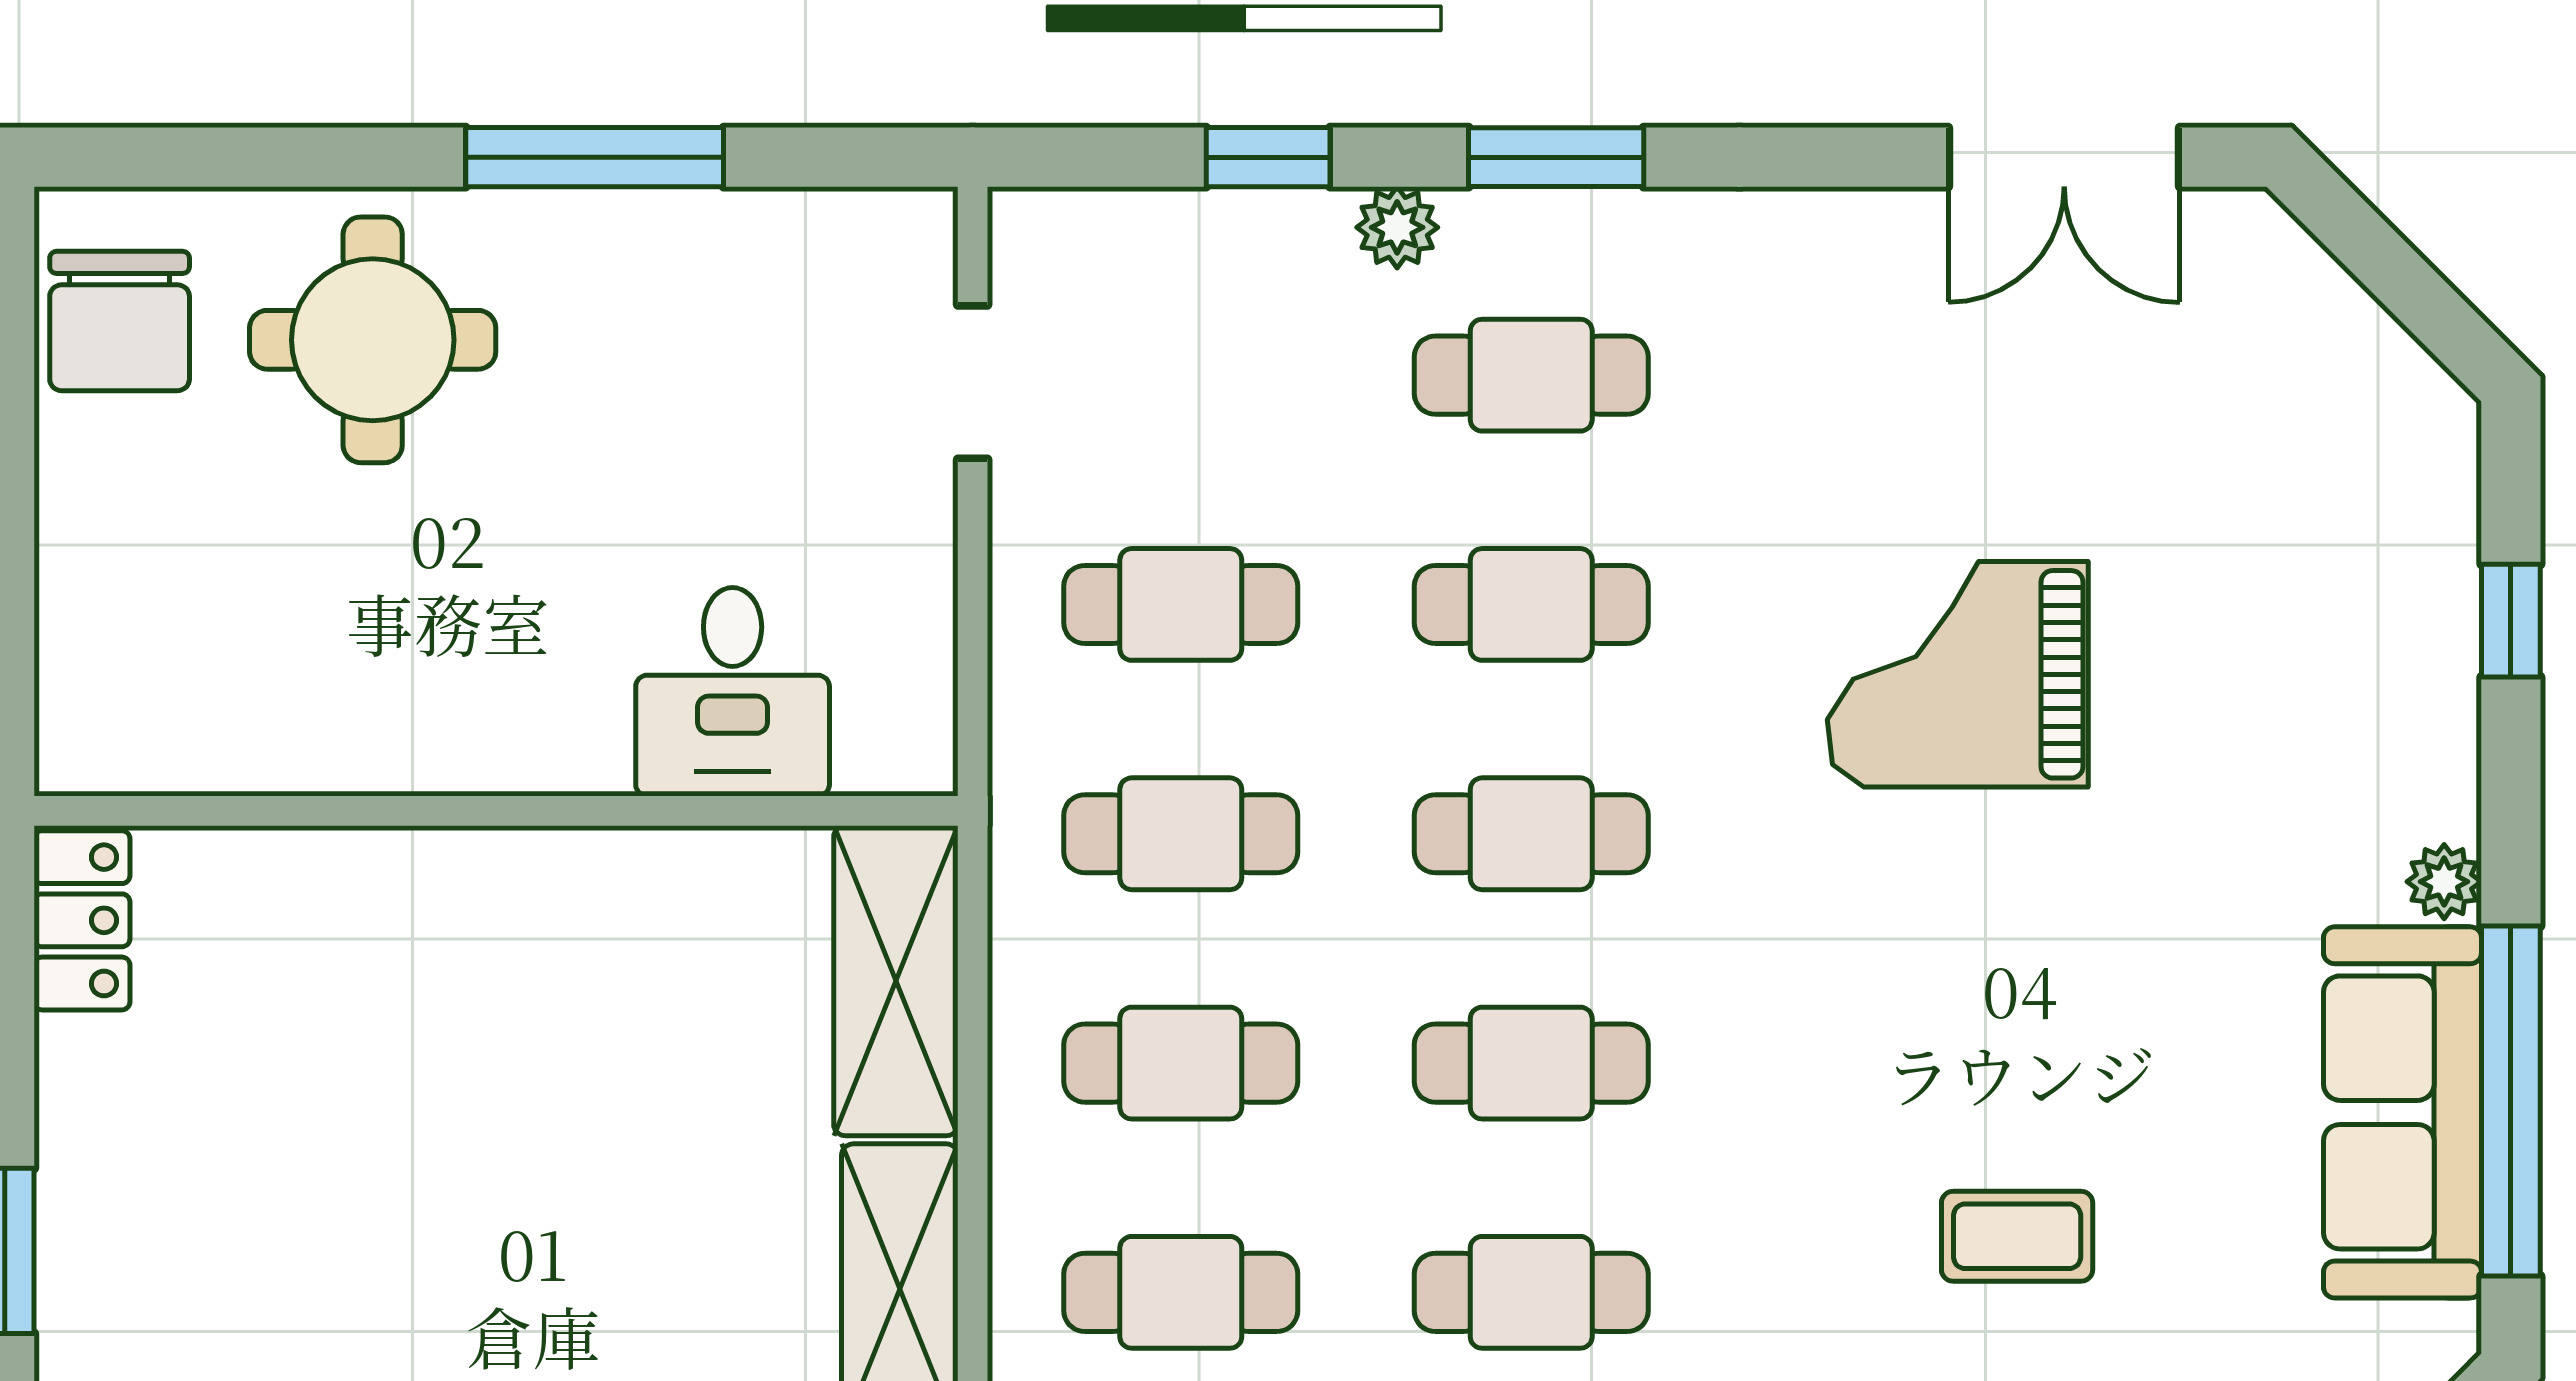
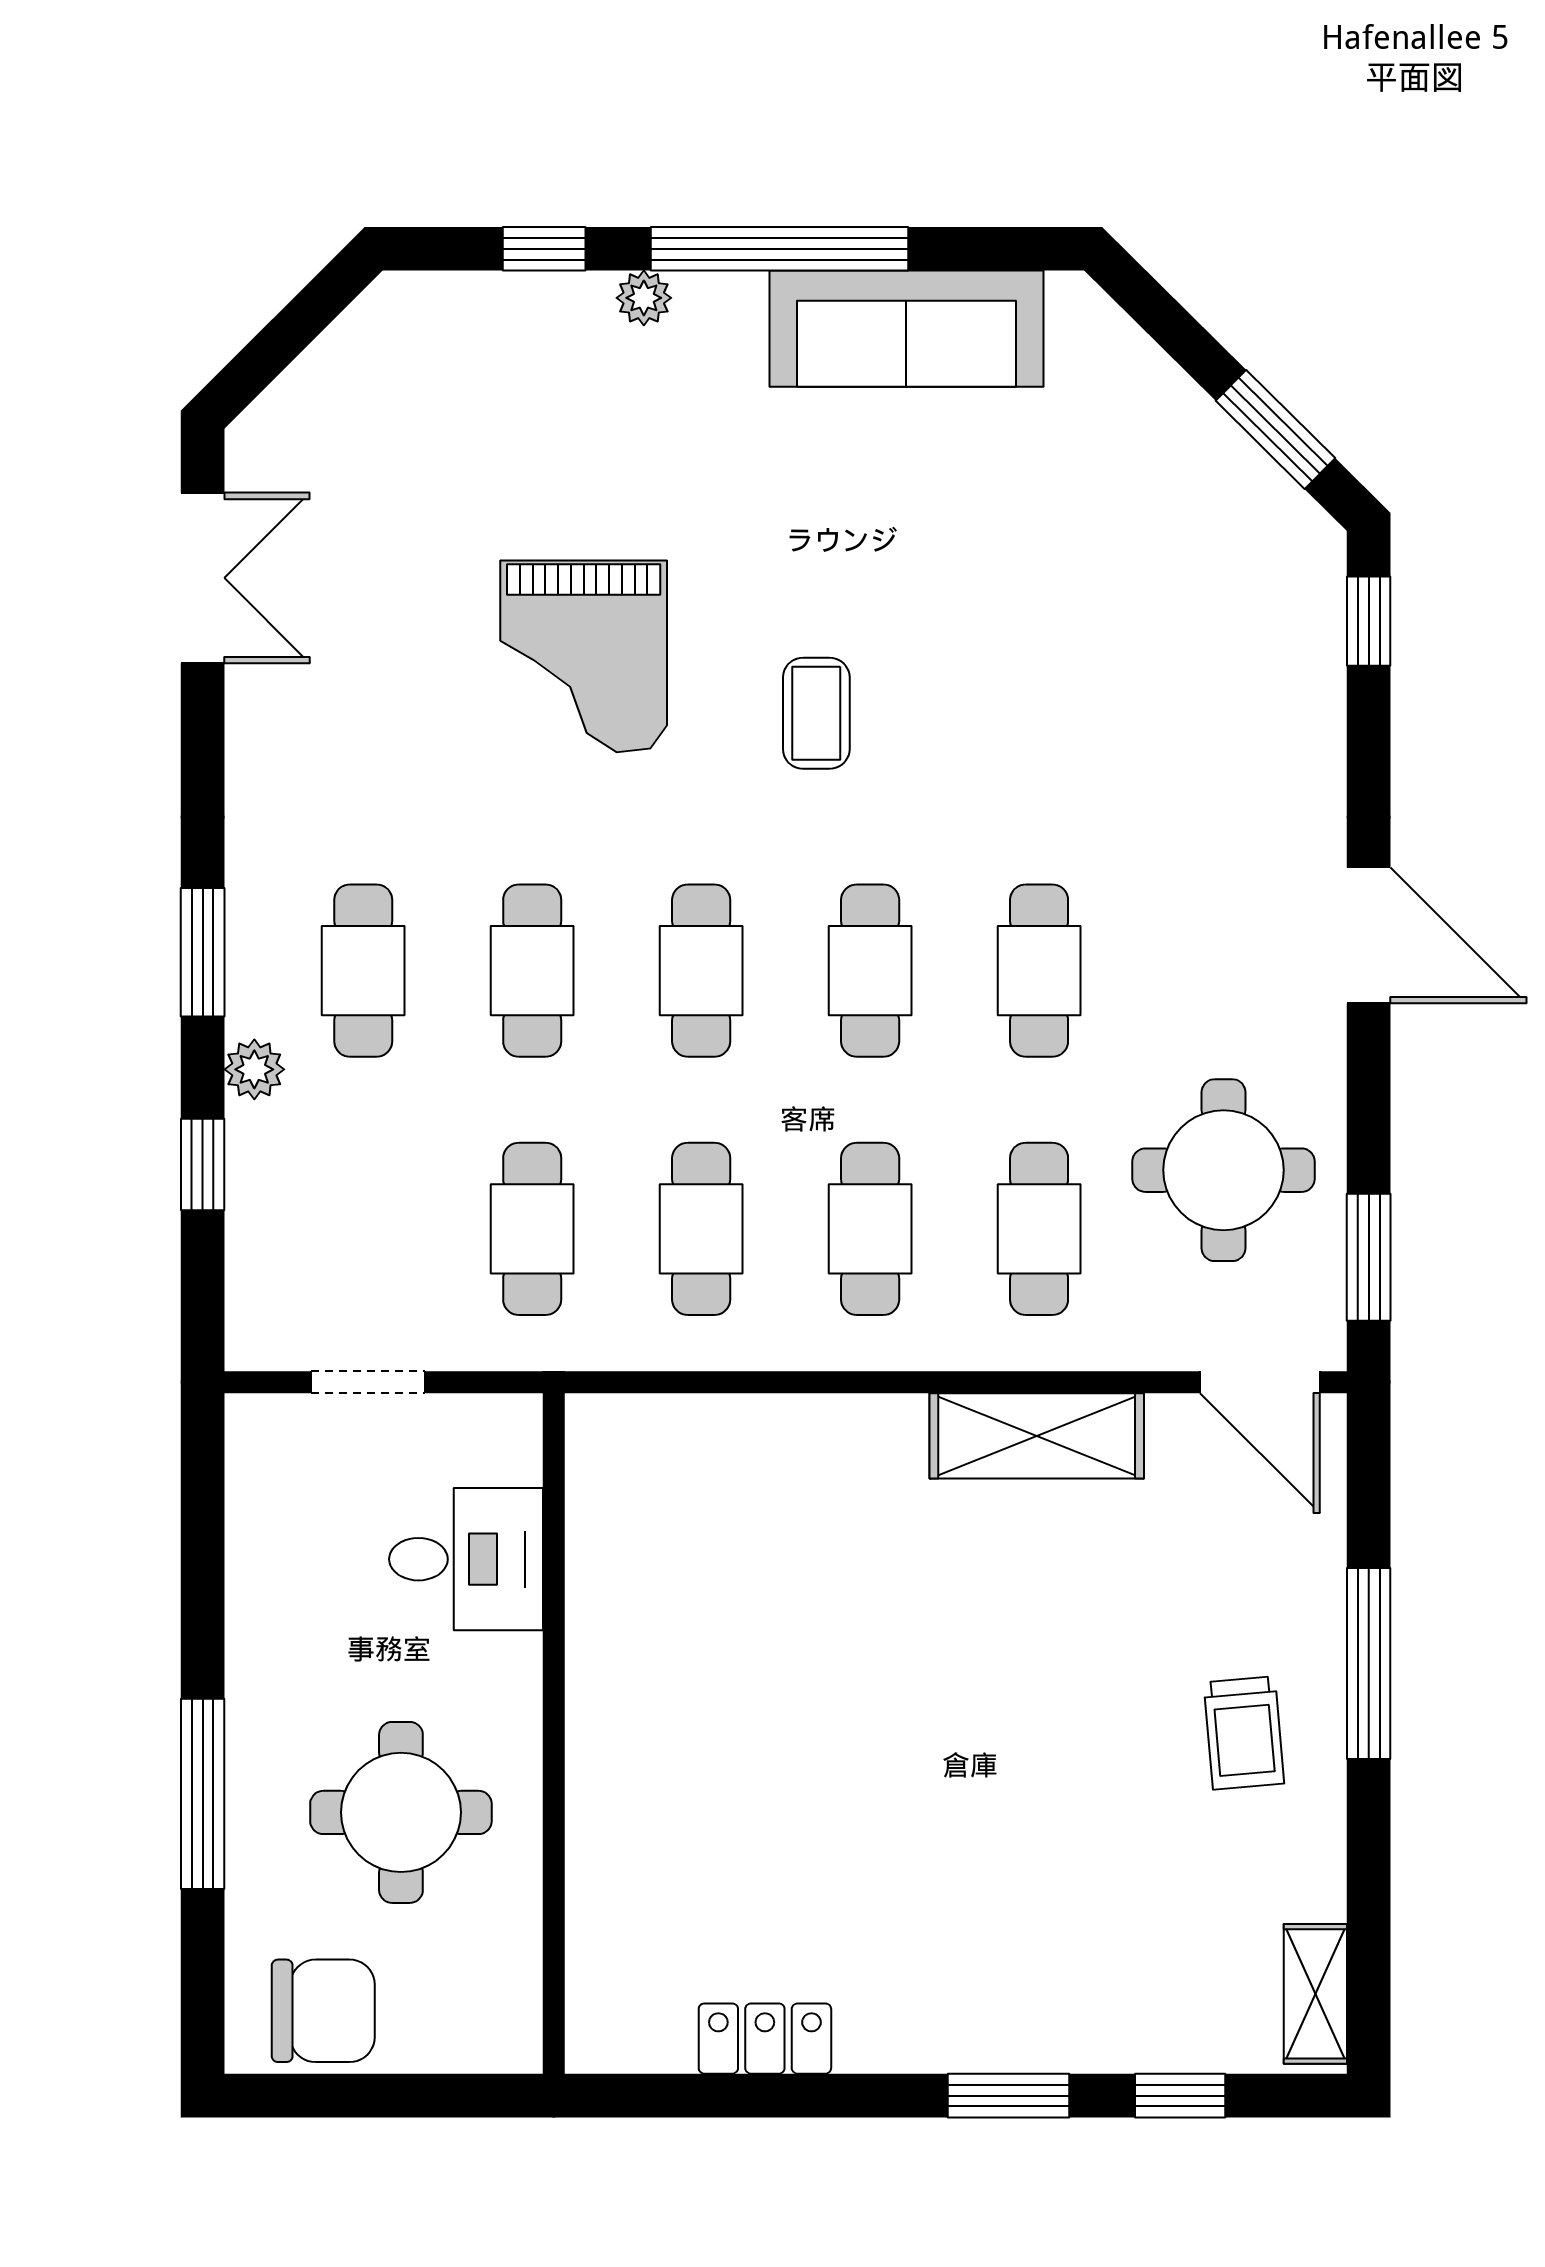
window: (595, 157) -> (203, 1794), moved
round table: (373, 340) -> (401, 1812), moved
desk: (733, 692) -> (466, 1559), moved
wall: (496, 811) -> (554, 1733), moved
plant: (2444, 882) -> (644, 298), moved
shelving: (896, 981) -> (809, 1439), removed
window: (2511, 1101) -> (780, 249), moved
coffee table: (2017, 1236) -> (816, 713), moved

